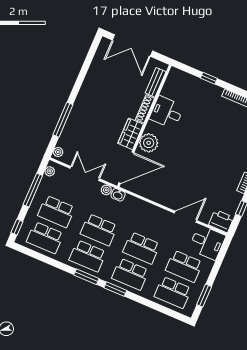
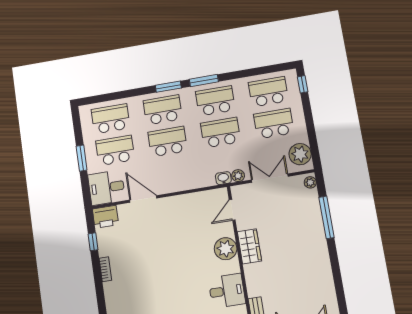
shoe rack: (145, 109) -> (251, 280), removed
door: (126, 168) -> (232, 210), width x0.53
plant: (50, 171) -> (300, 154), width x1.87, depth x1.87
double door: (85, 174) -> (270, 178), swing flipped
window: (33, 190) -> (311, 129), removed
door: (186, 217) -> (143, 199), swing flipped
window: (204, 296) -> (82, 158), moved

